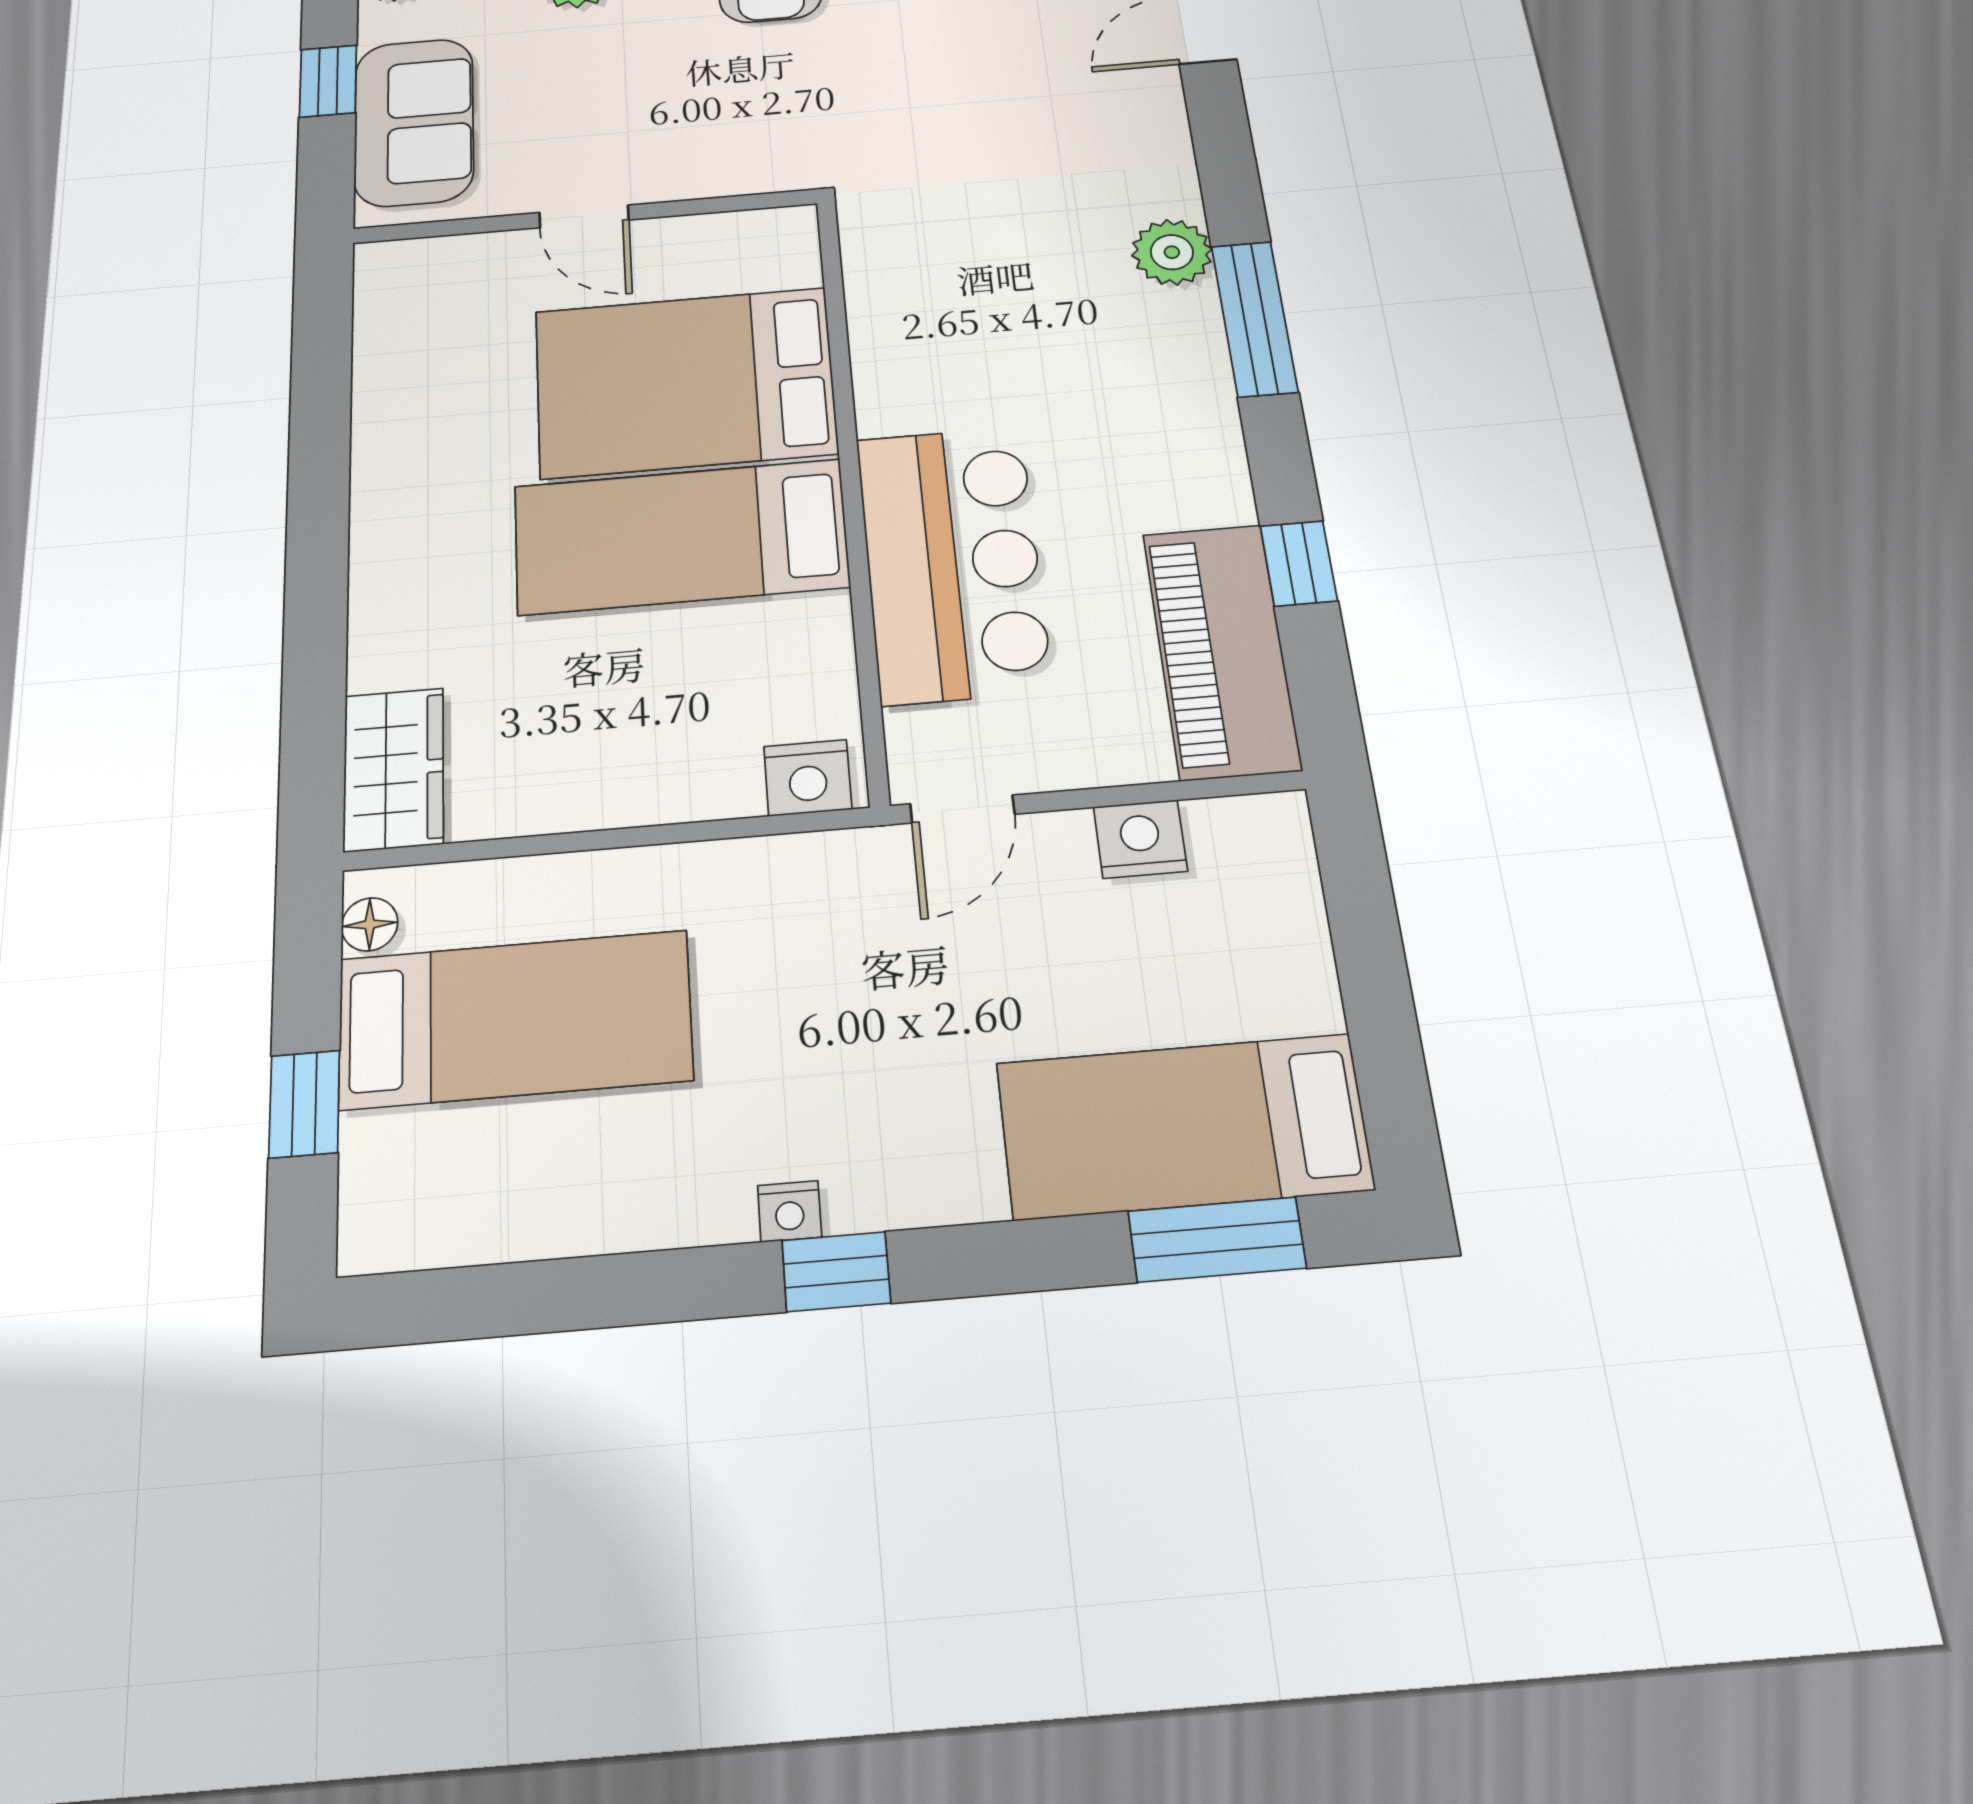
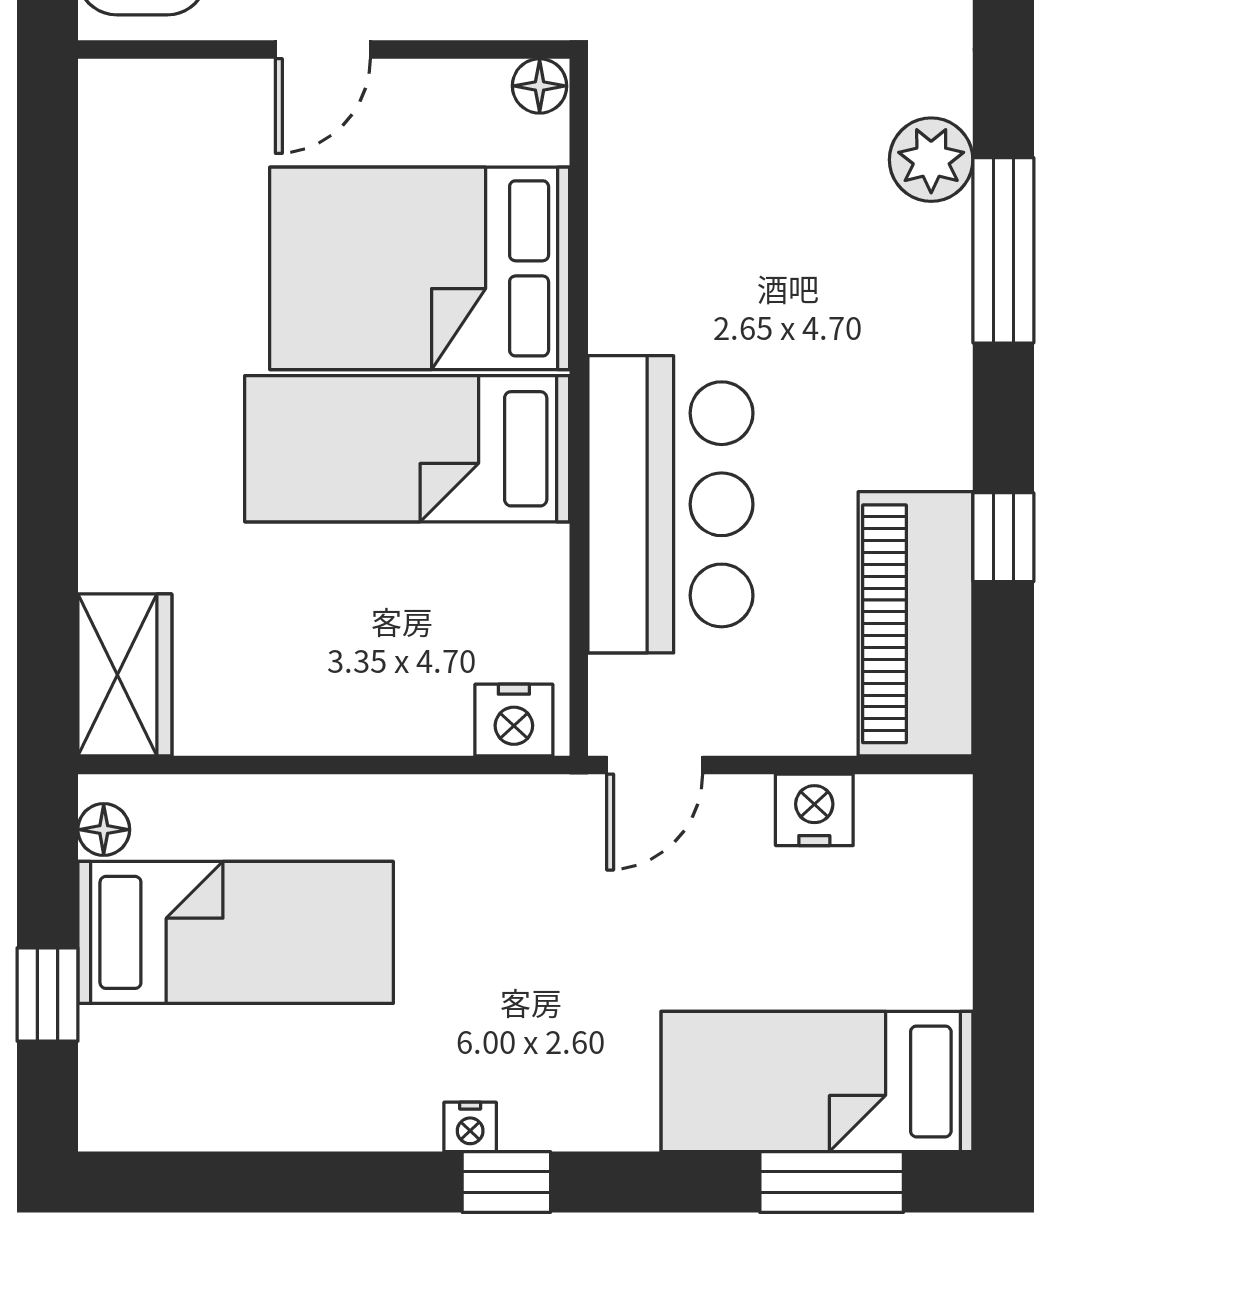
door: (584, 216) -> (323, 50), hinge flipped
floor lamp: (791, 227) -> (540, 86), added

